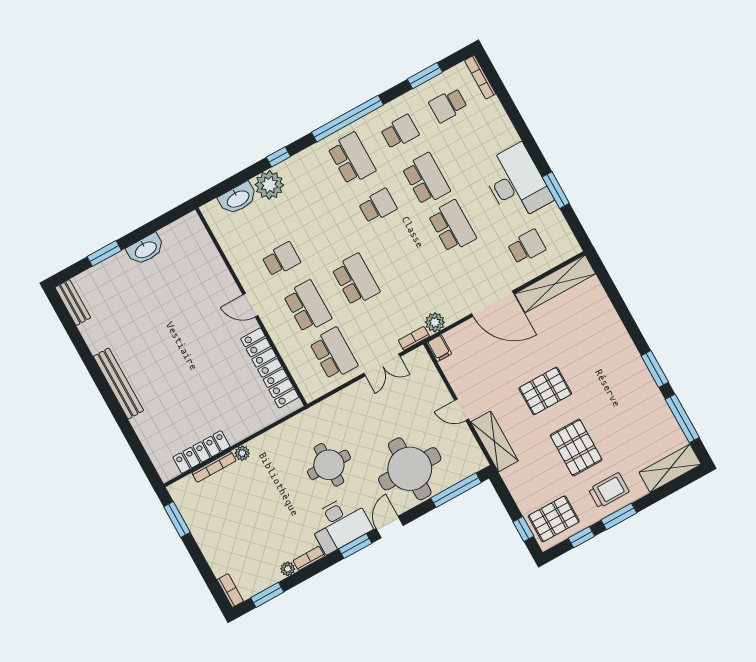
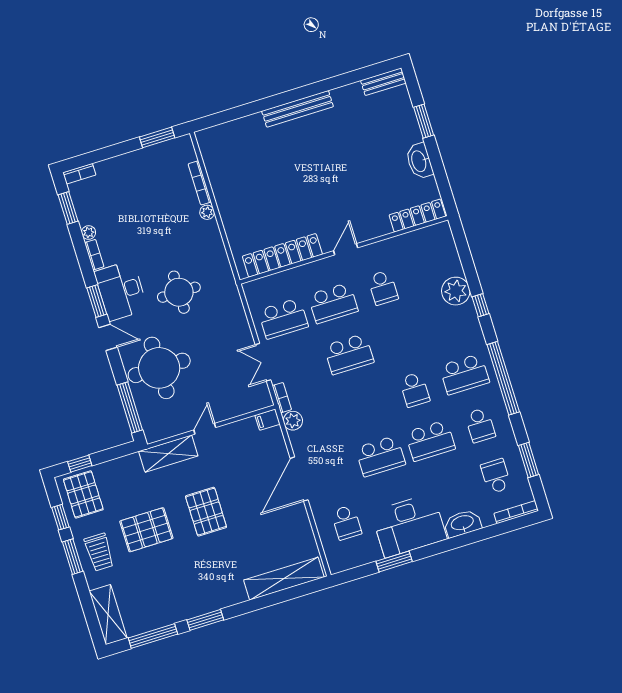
washbasin: (238, 198) -> (462, 523), moved, turned 90
shelving: (555, 284) -> (284, 579), moved, turned 90
locker: (201, 452) -> (417, 216), moved, turned -90

